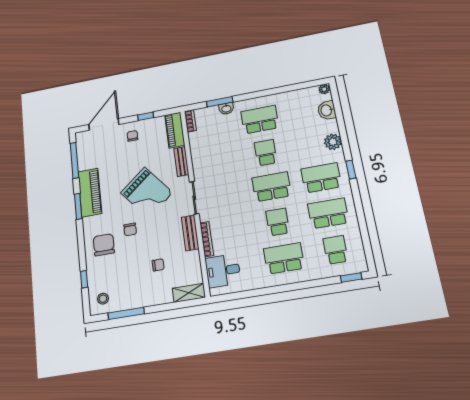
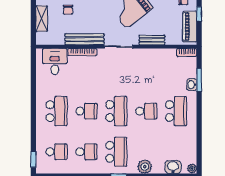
piano: (175, 130) -> (190, 27), moved, turned -90
school desk: (328, 213) -> (86, 152), width x0.54
bench: (190, 233) -> (85, 39), width x1.36
shelving: (189, 293) -> (42, 19), moved

